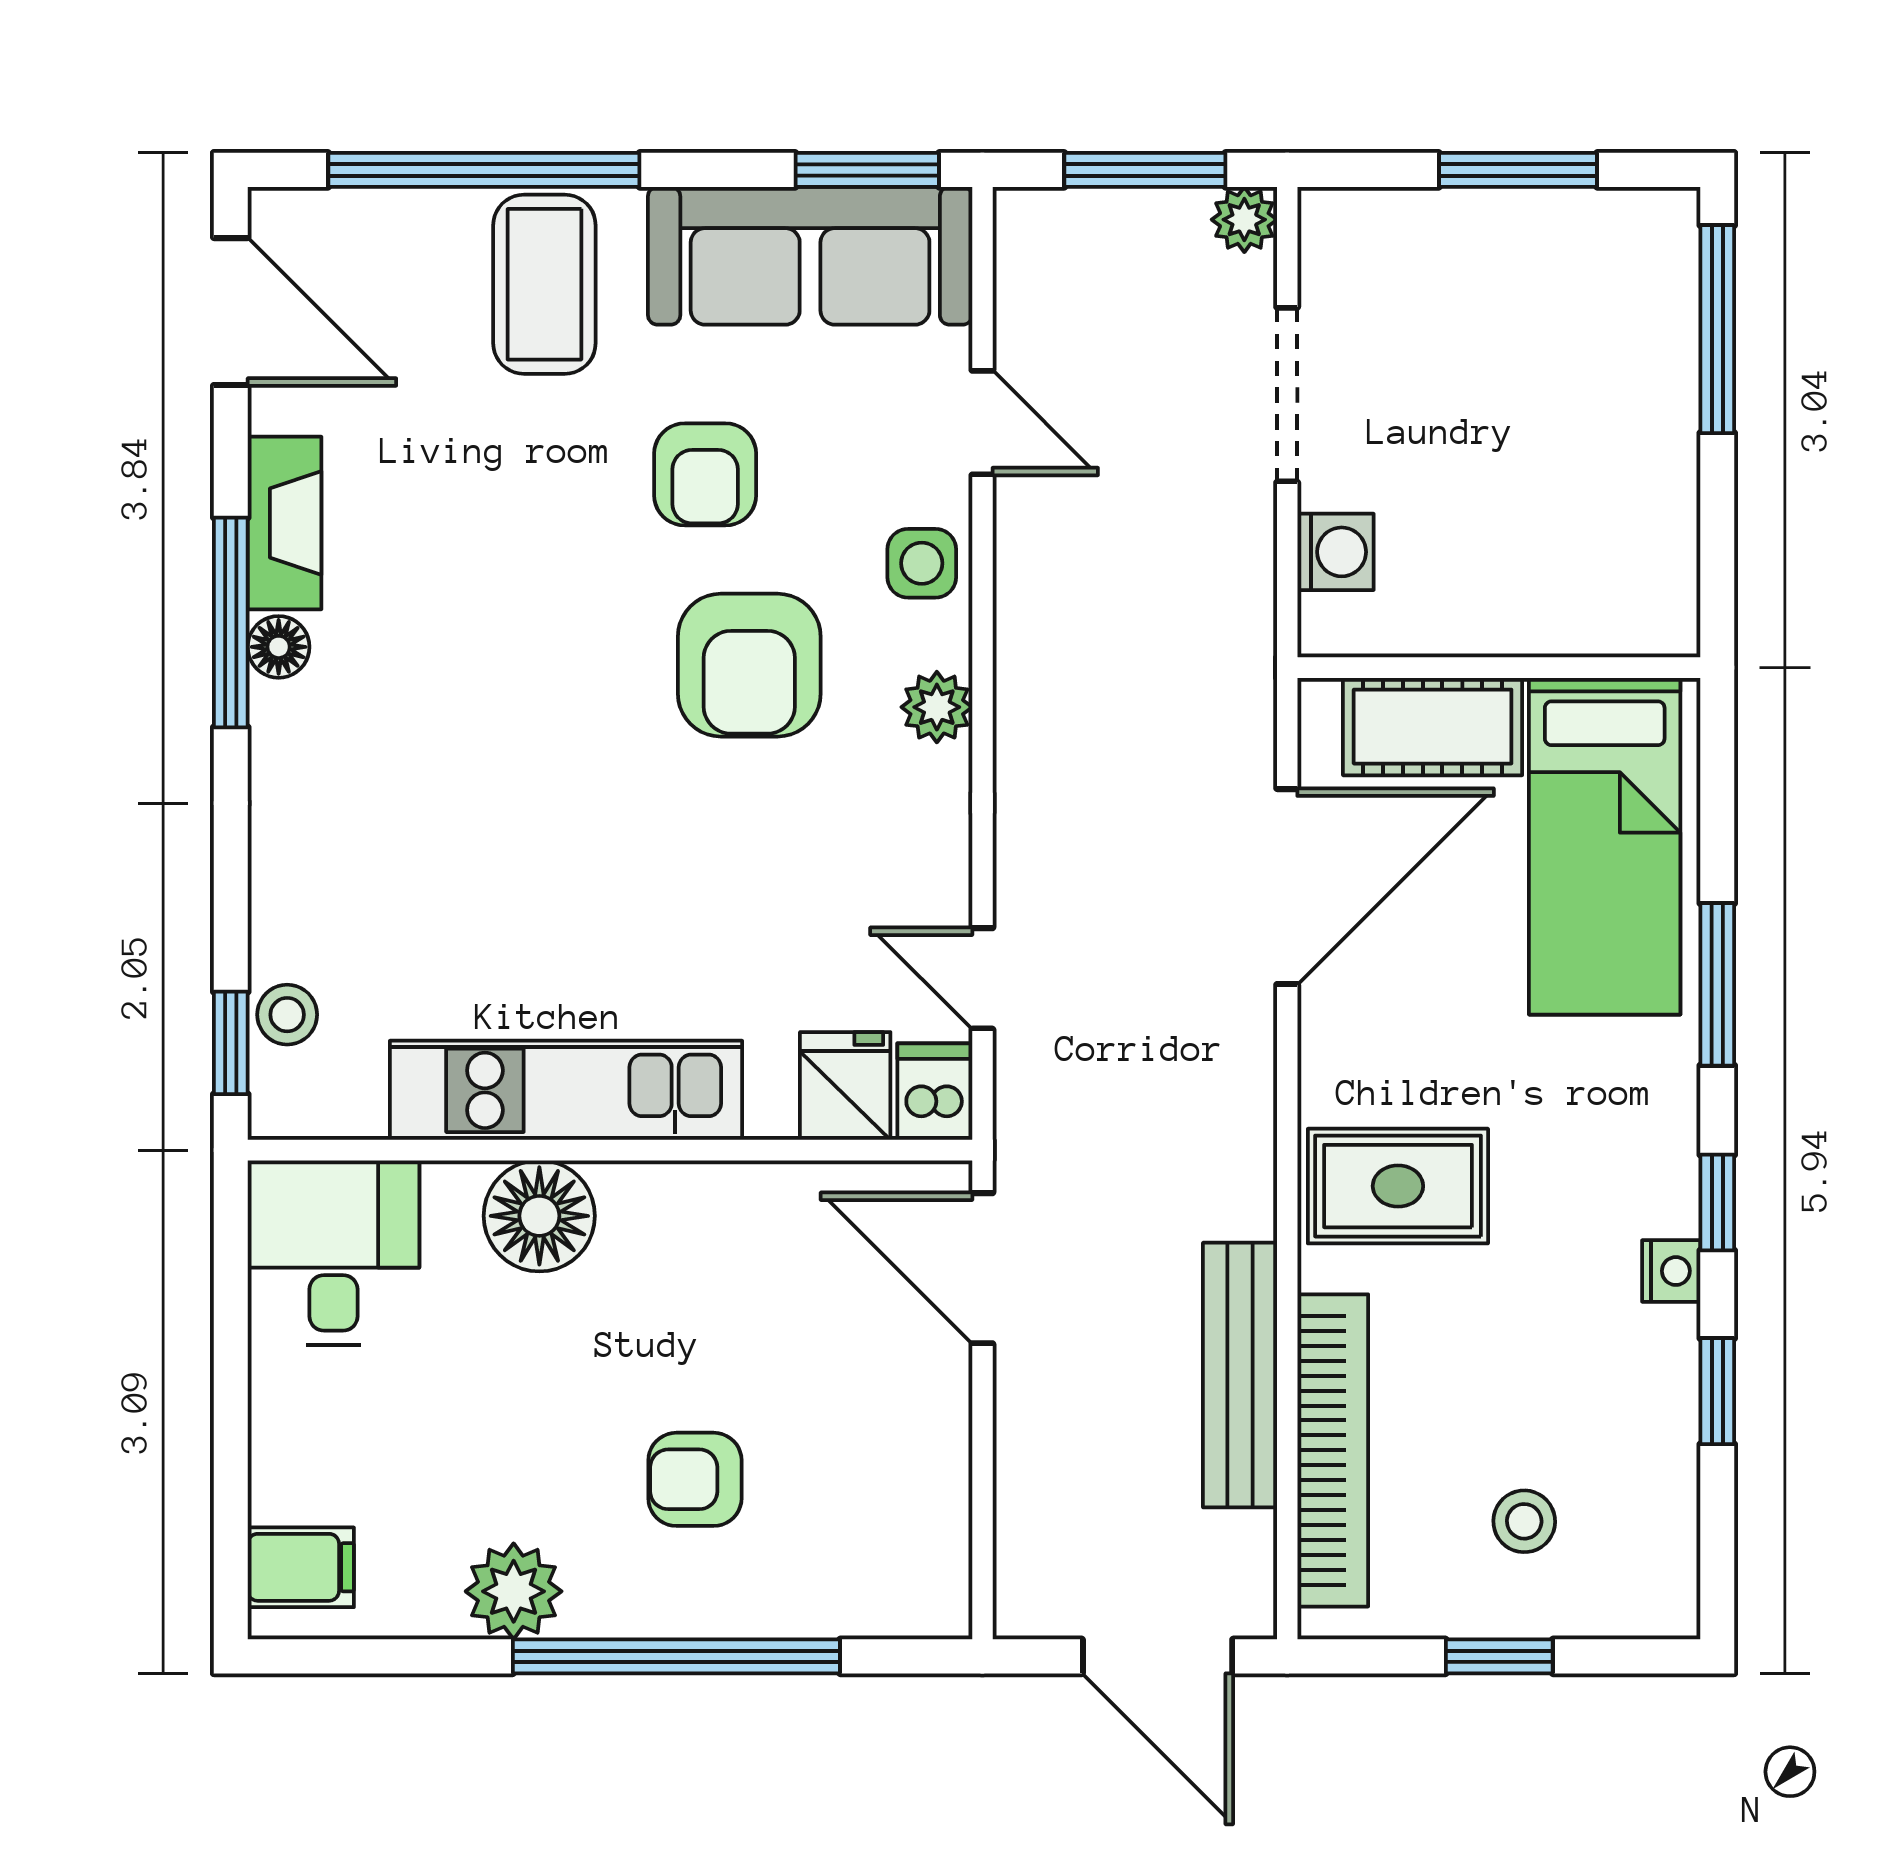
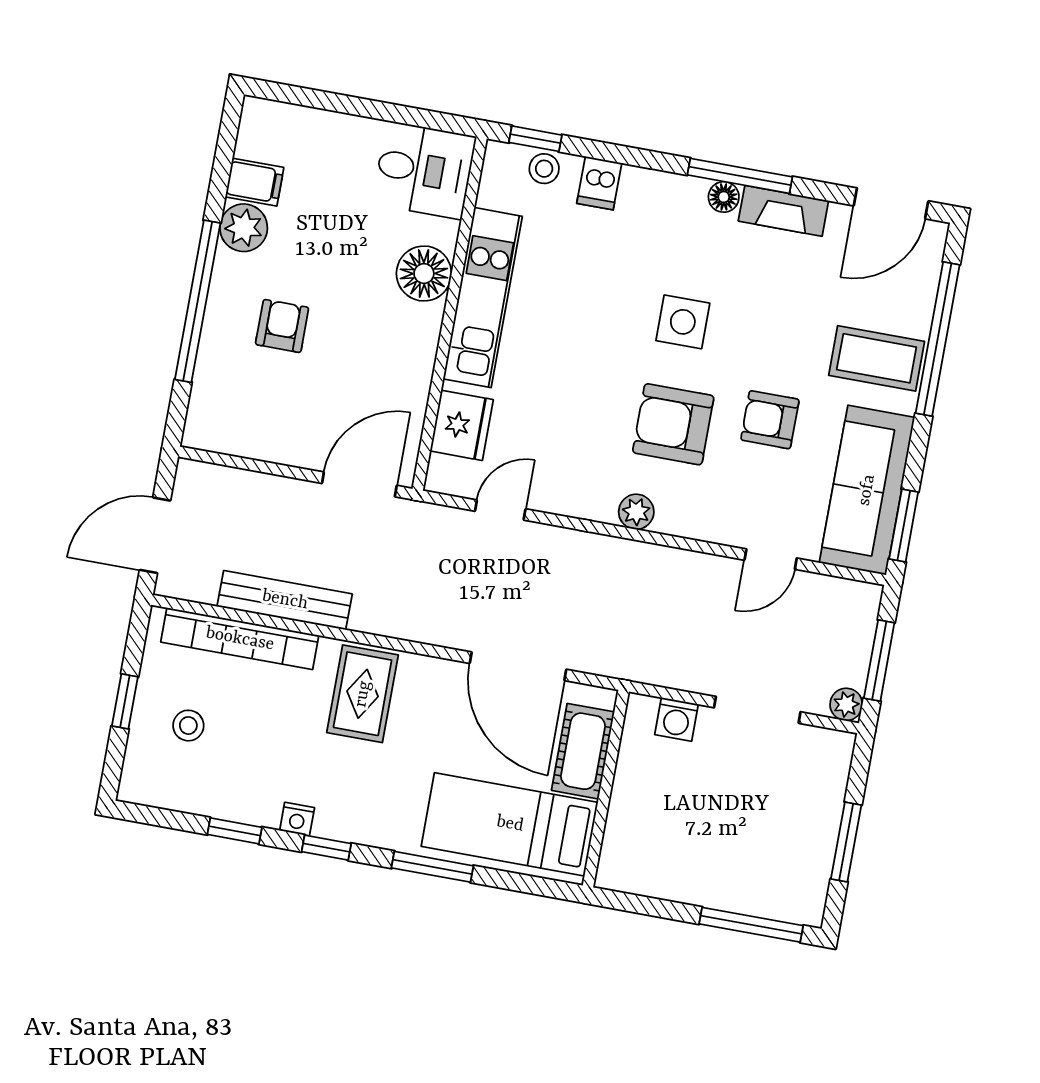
side table: (922, 563) -> (683, 322), moved, width x1.37, depth x1.37
fridge: (845, 1086) -> (462, 425), width x1.38
dishwasher: (935, 1092) -> (599, 183), moved, turned 90
filing cabinet: (301, 1567) -> (254, 182), moved, turned -90

